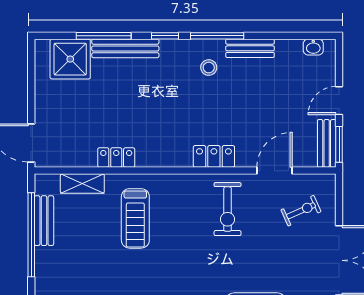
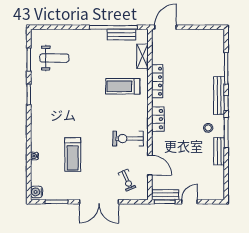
washbasin: (313, 47) -> (220, 187), removed
bench: (125, 48) -> (219, 96), moved
shower: (70, 59) -> (213, 49), removed
door: (339, 101) -> (189, 202), hinge flipped
locker: (214, 156) -> (158, 119), moved
locker: (116, 158) -> (157, 81), width x1.53

